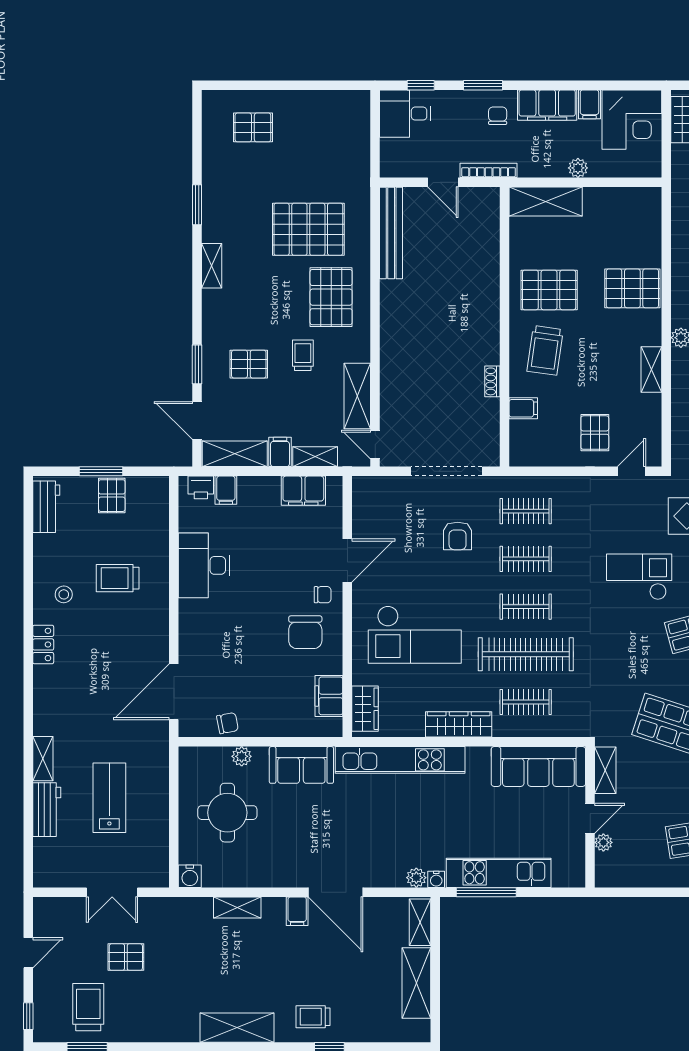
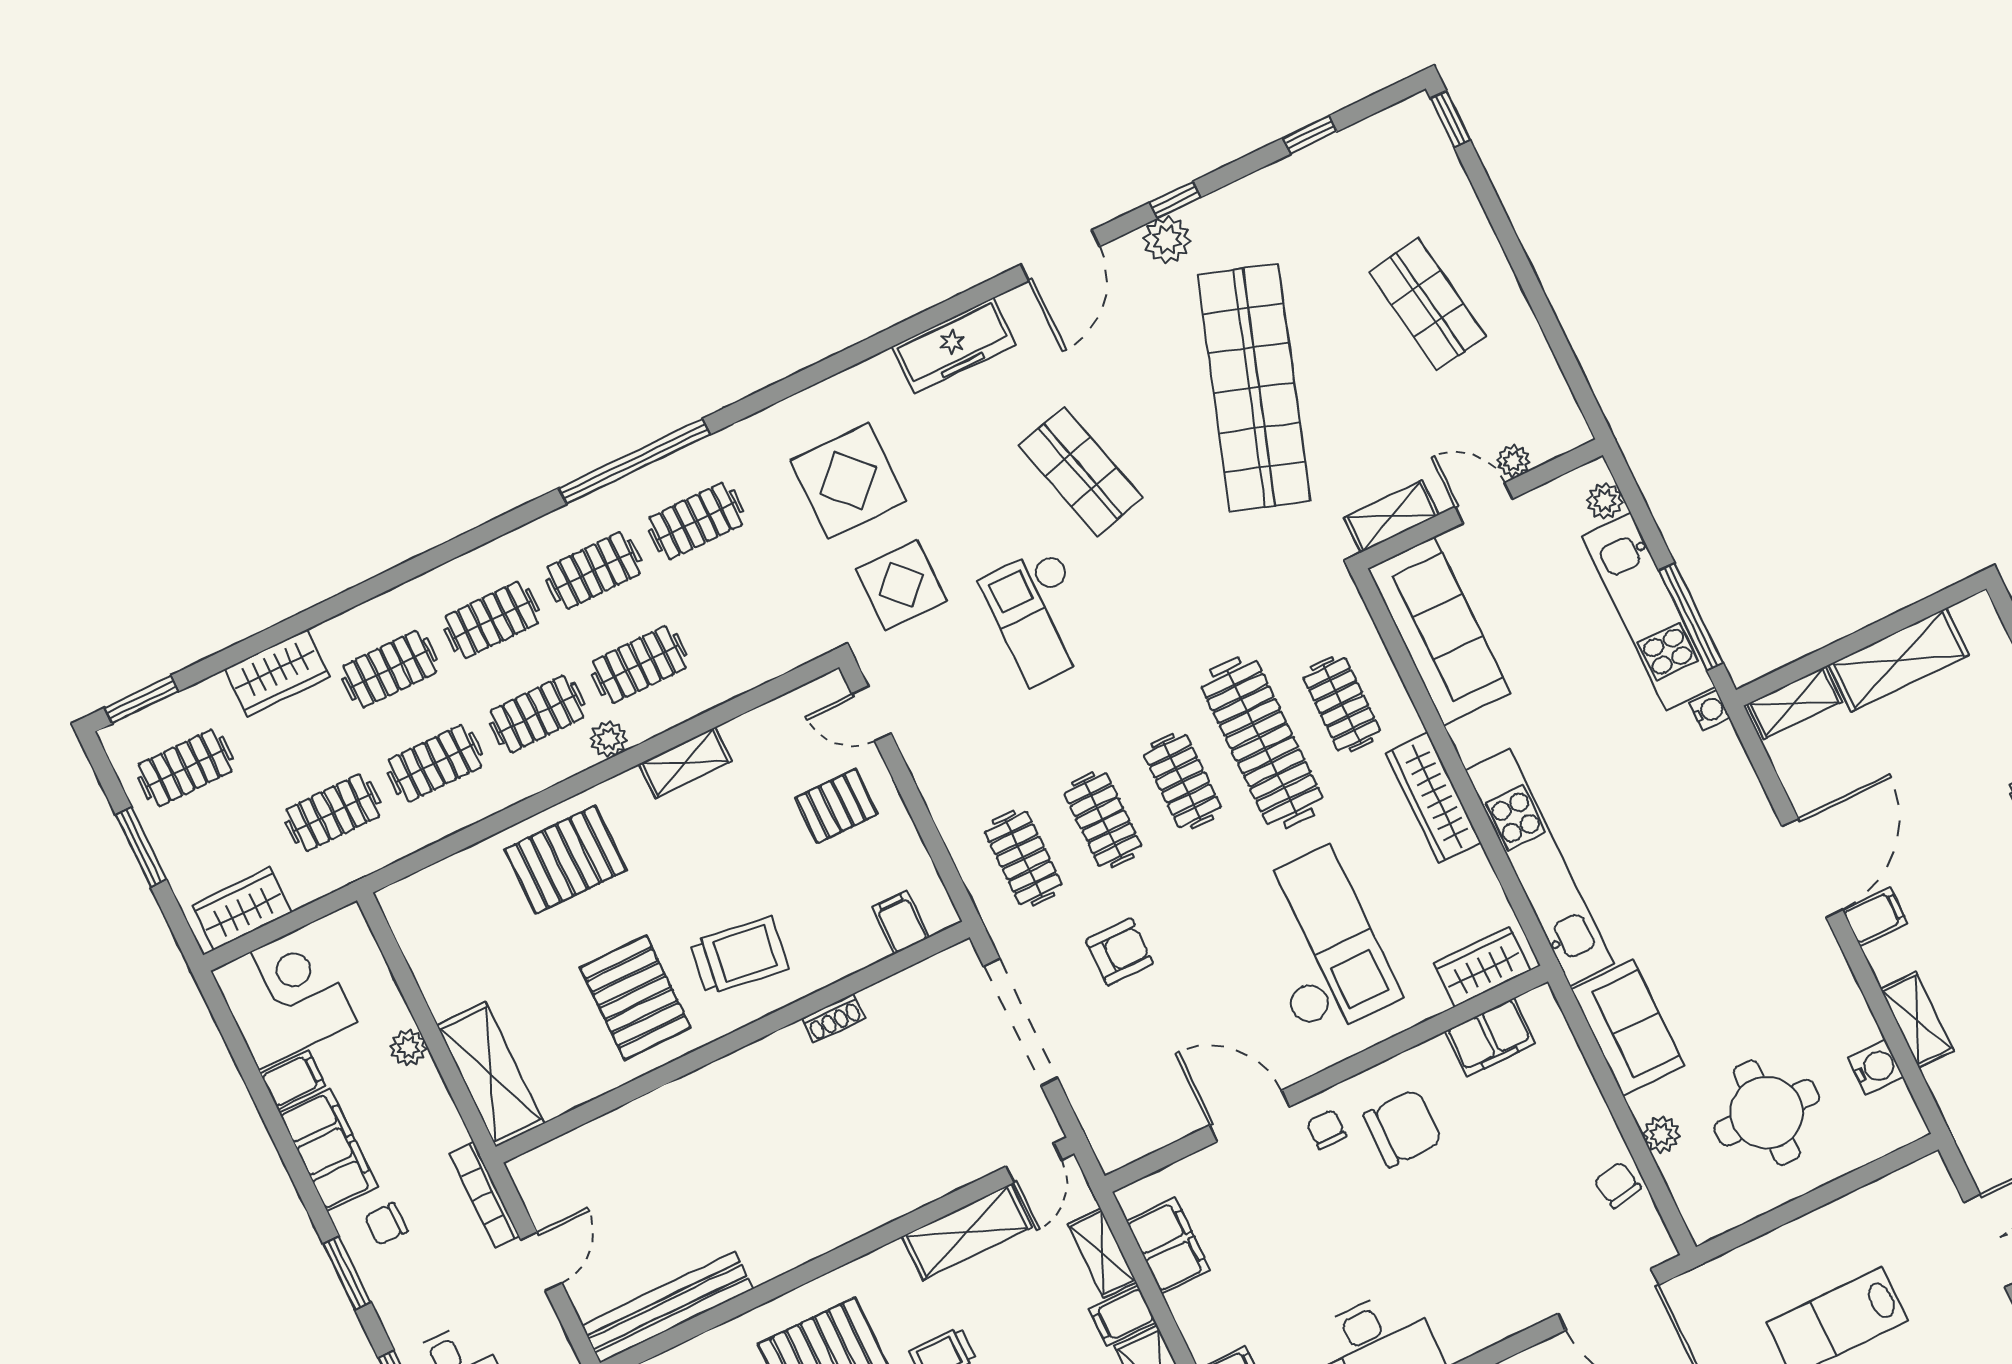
pallet: (632, 288) -> (565, 860), turned 90
filing cabinet: (523, 408) -> (901, 922), moved
water cooler: (190, 876) -> (1876, 1067), moved
plant: (416, 878) -> (1605, 501), moved

